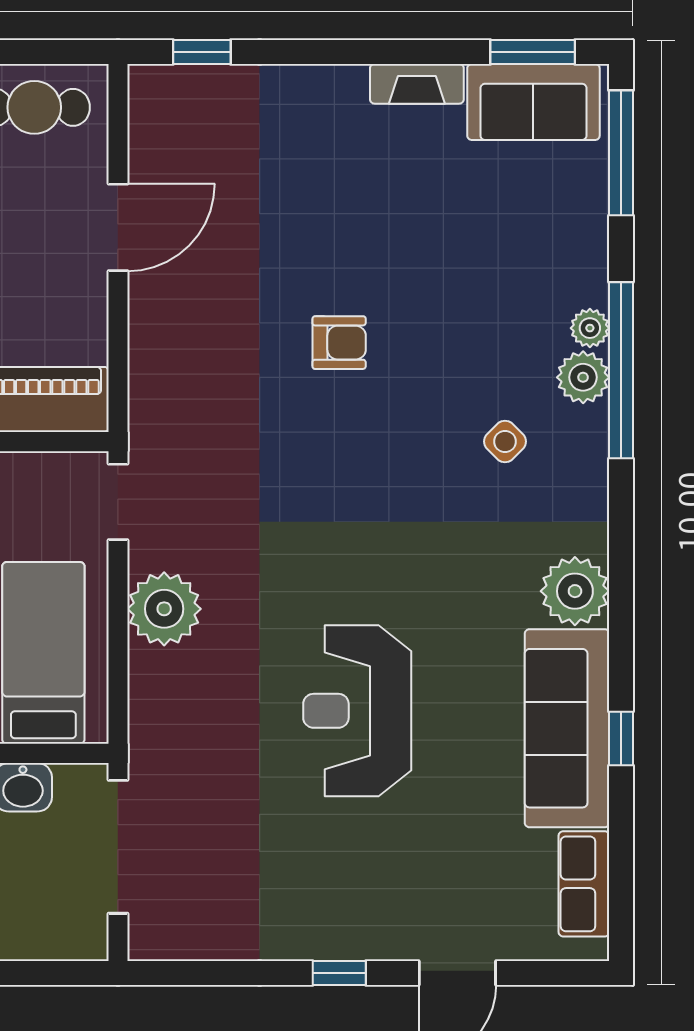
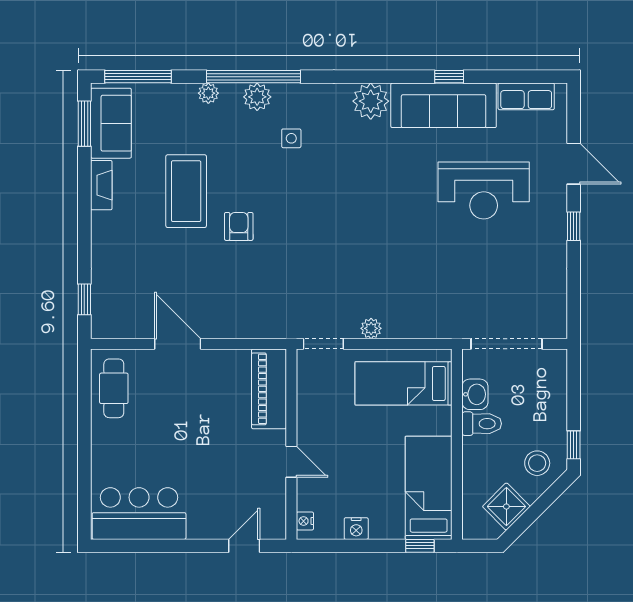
coffee table: (406, 244) -> (186, 191), added
plant: (590, 328) -> (208, 93), moved
side table: (505, 441) -> (291, 138), turned 45
plant: (164, 609) -> (371, 328), width x0.53, depth x0.53
reception desk: (357, 711) -> (484, 191), moved

